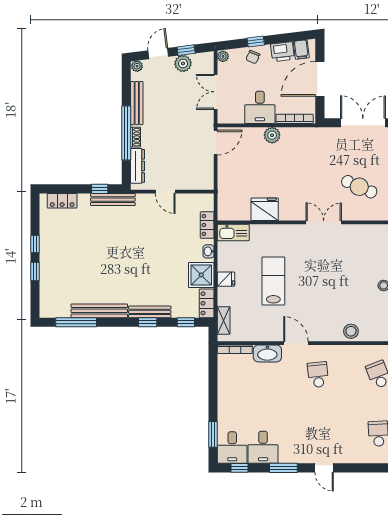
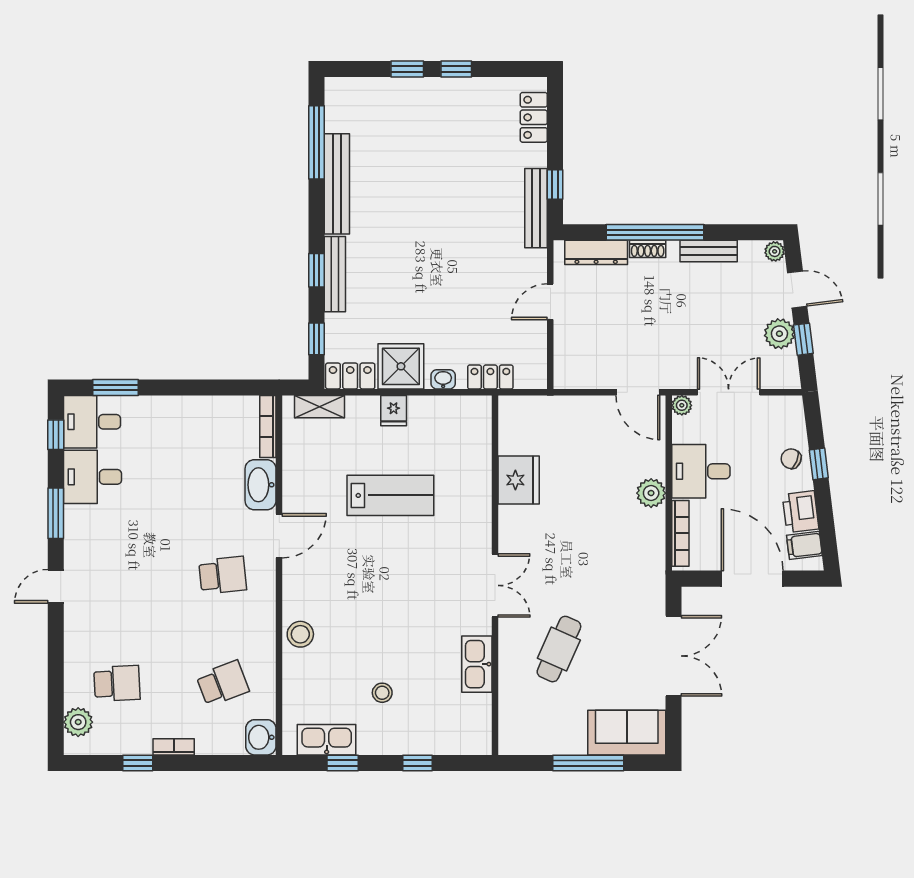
plant: (223, 56) -> (682, 405), moved
bench: (137, 103) -> (709, 251), width x0.73
kitchen sink: (233, 233) -> (477, 664), moved

